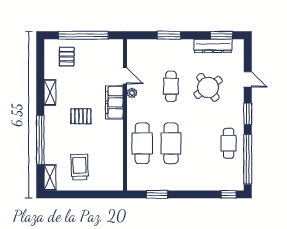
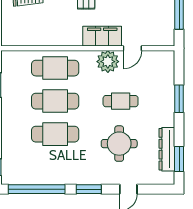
round table: (208, 87) -> (119, 144), turned 35
plant: (132, 93) -> (108, 62), width x1.87, depth x1.87
cafe table: (229, 143) -> (55, 134), moved, width x1.37, depth x1.35

